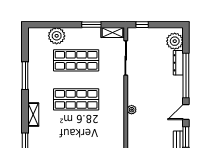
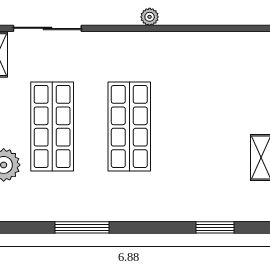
shelving: (33, 115) -> (159, 211), removed

